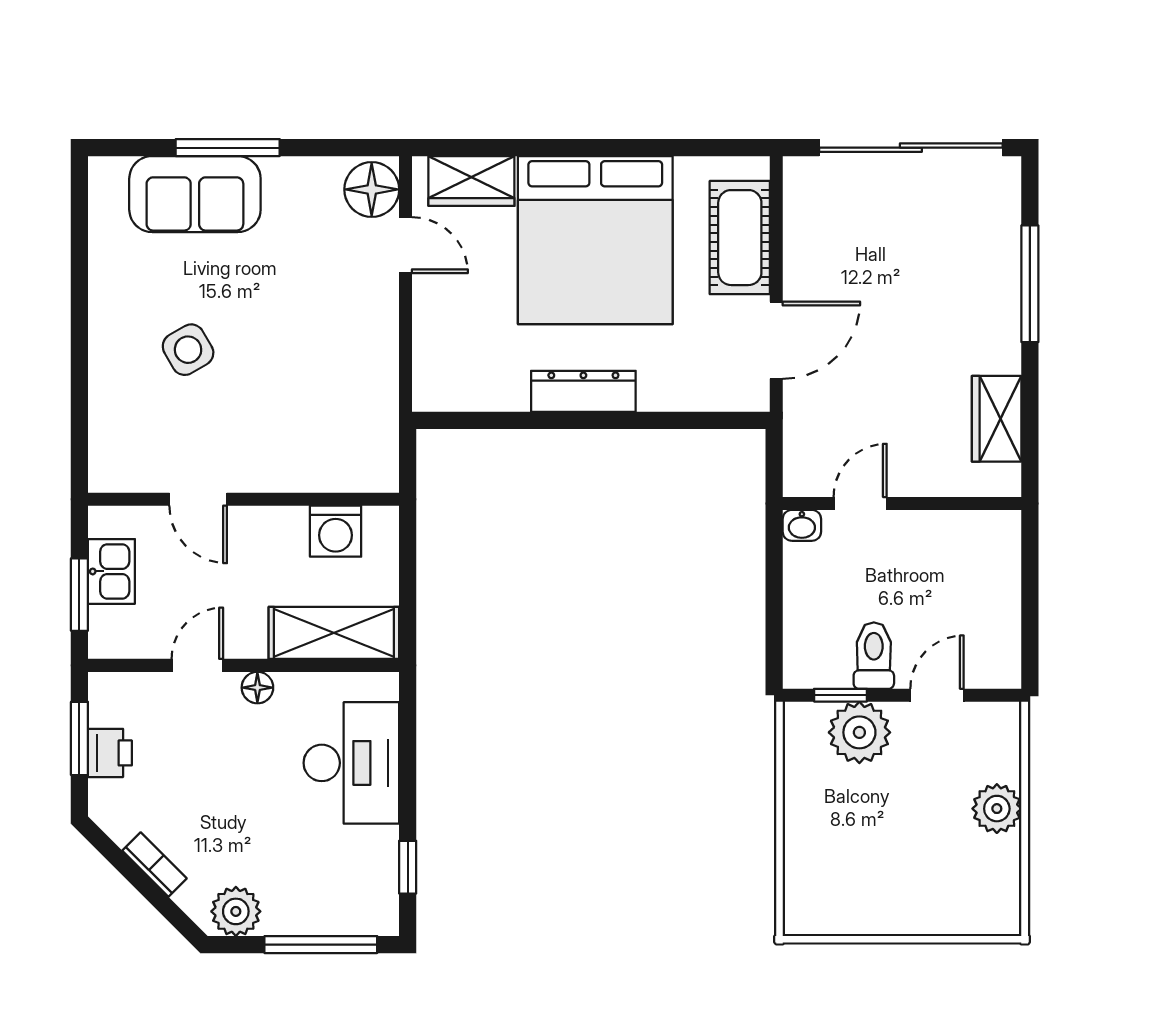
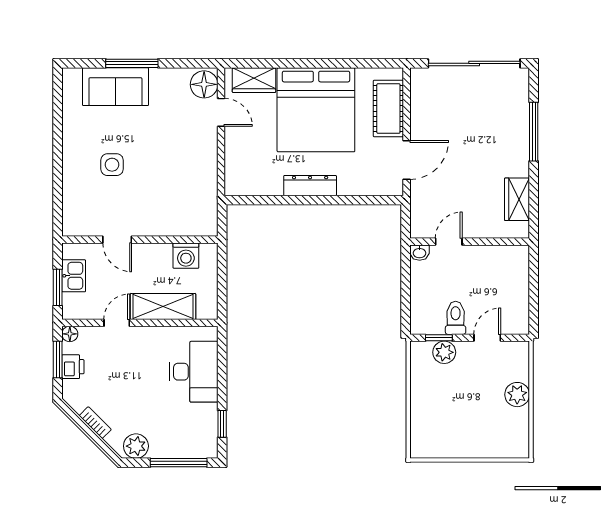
side table: (188, 350) -> (112, 165), turned 30
shelving: (334, 633) -> (163, 307), moved
floor lamp: (257, 688) -> (70, 334), moved
plant: (859, 732) -> (444, 352), width x0.73, depth x0.73

